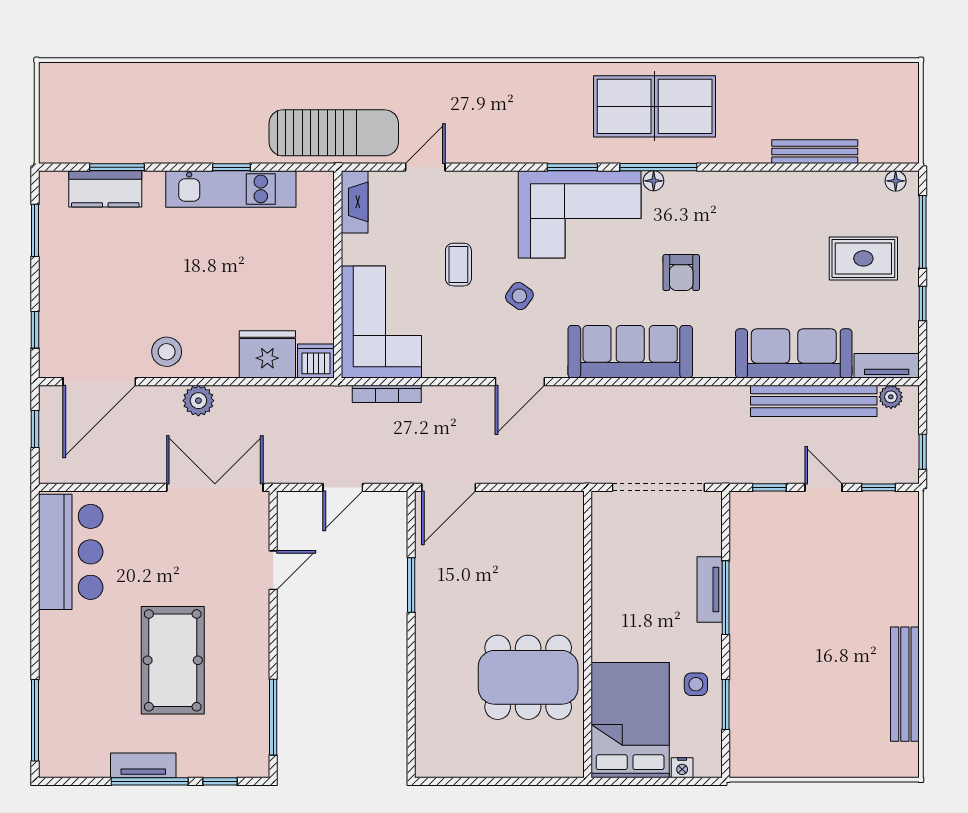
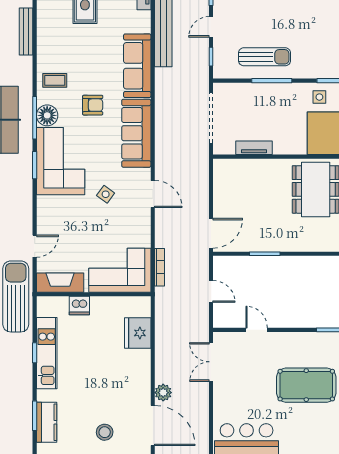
door: (425, 167) -> (35, 246), swing flipped
floor lamp: (654, 181) -> (47, 115), width x1.89, depth x1.89
fireplace: (355, 202) -> (60, 283), width x1.37, depth x1.32
coffee table: (458, 265) -> (55, 80), moved
stool: (167, 352) -> (105, 432), moved
sofa: (794, 353) -> (137, 66), moved
dishwasher: (316, 361) -> (79, 306), moved, turned -90
plant: (198, 401) -> (163, 393), moved
double door: (215, 487) -> (211, 362), width x0.73
door: (449, 487) -> (211, 233), hinge flipped
sun lounger: (769, 585) -> (265, 57), added
tv unit: (710, 589) -> (254, 148), moved, turned 180

